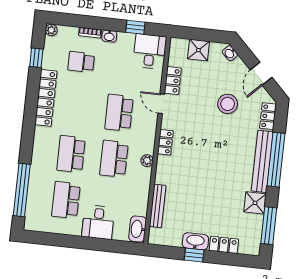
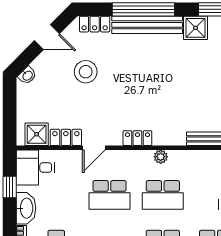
washbasin: (109, 36) -> (26, 208), width x1.91, depth x1.45
shower: (198, 50) -> (37, 134), moved

